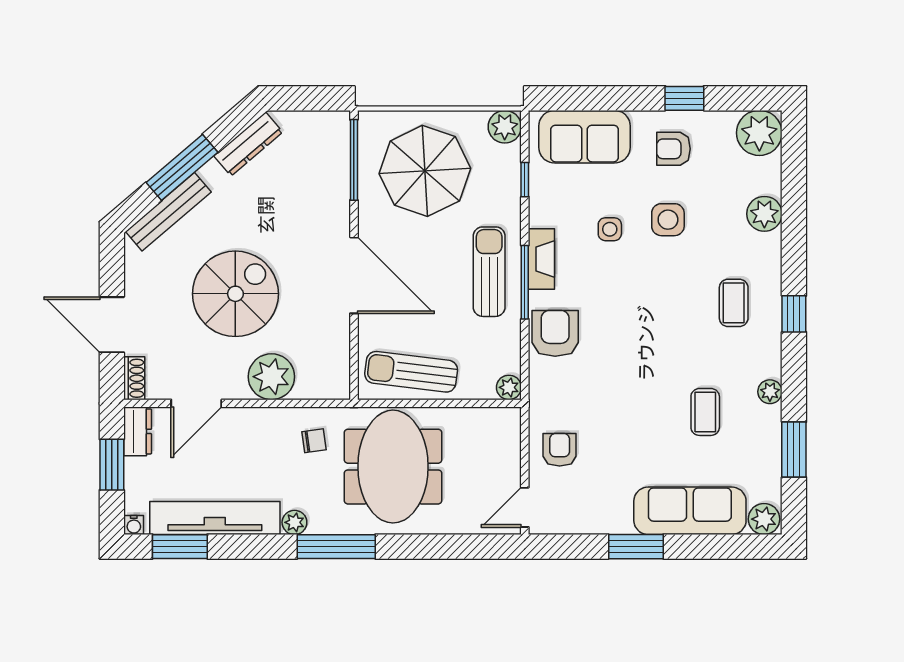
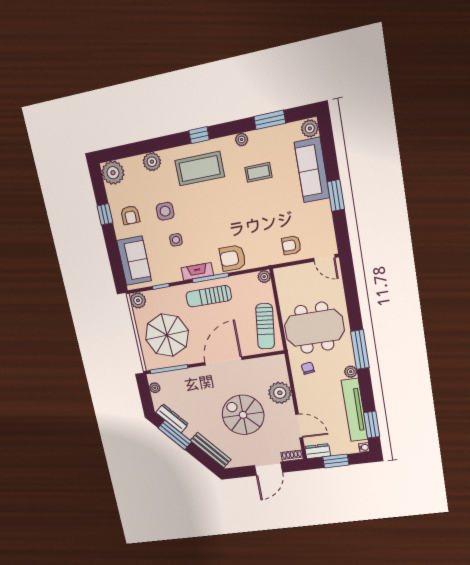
plant: (319, 122) -> (155, 388), added
window: (182, 167) -> (175, 435), moved
coffee table: (734, 303) -> (200, 169), width x1.86, depth x1.72

